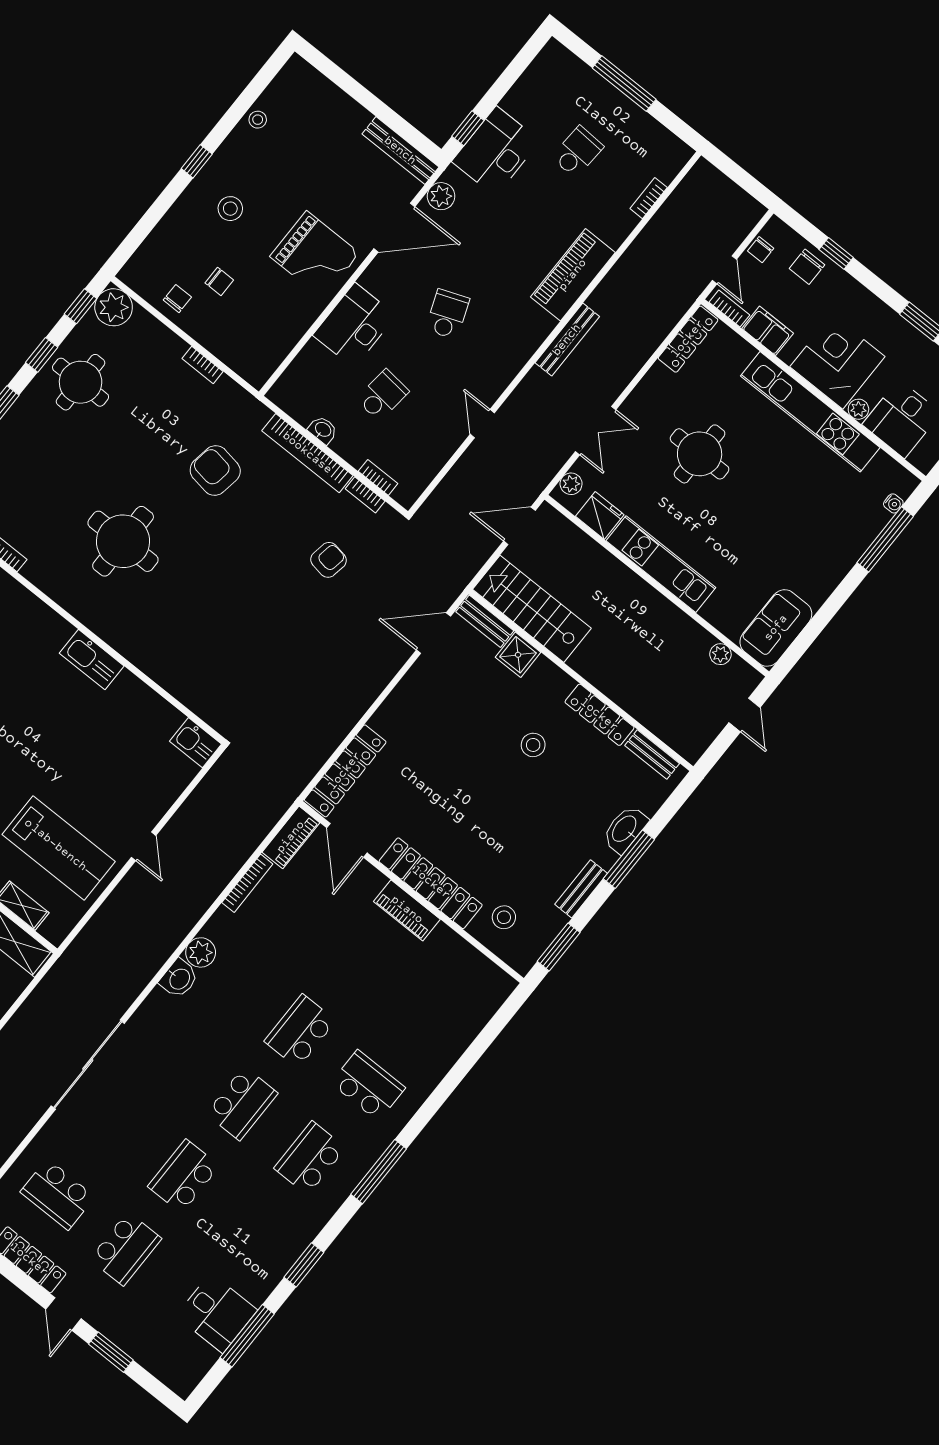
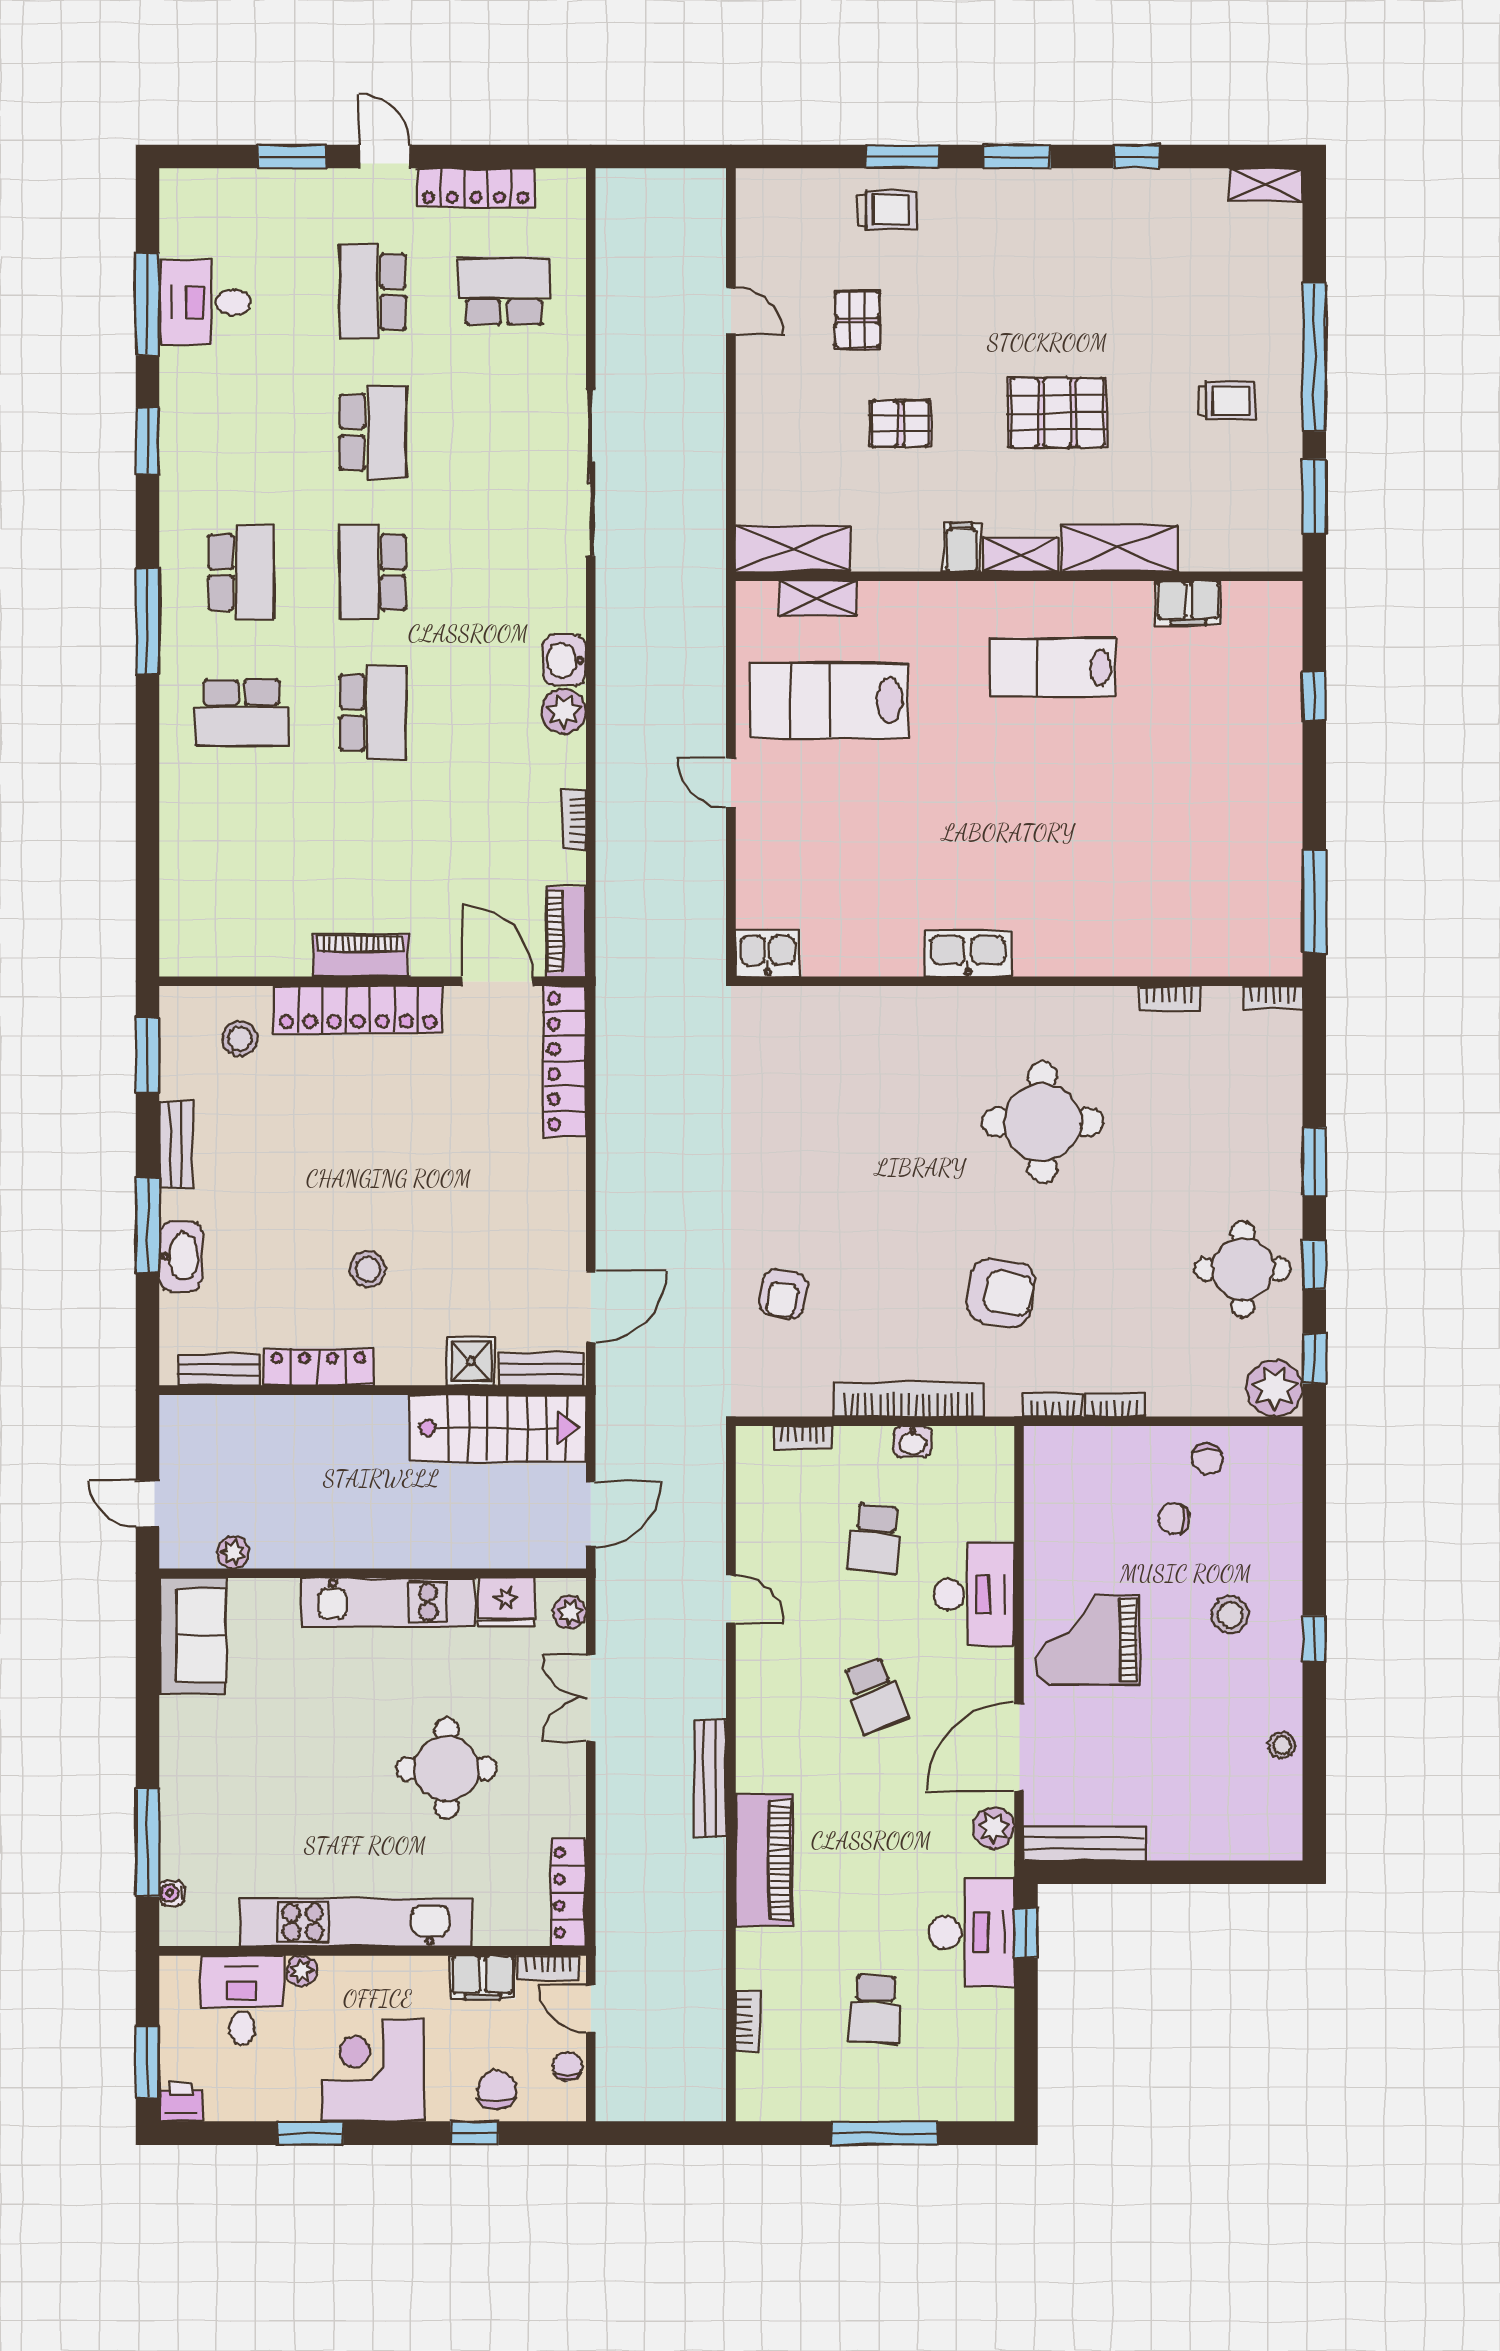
corner desk: (837, 362) -> (373, 2070), moved, turned 180
bookcase: (365, 495) -> (1053, 1405), moved
bookcase: (247, 883) -> (574, 820), width x0.64

